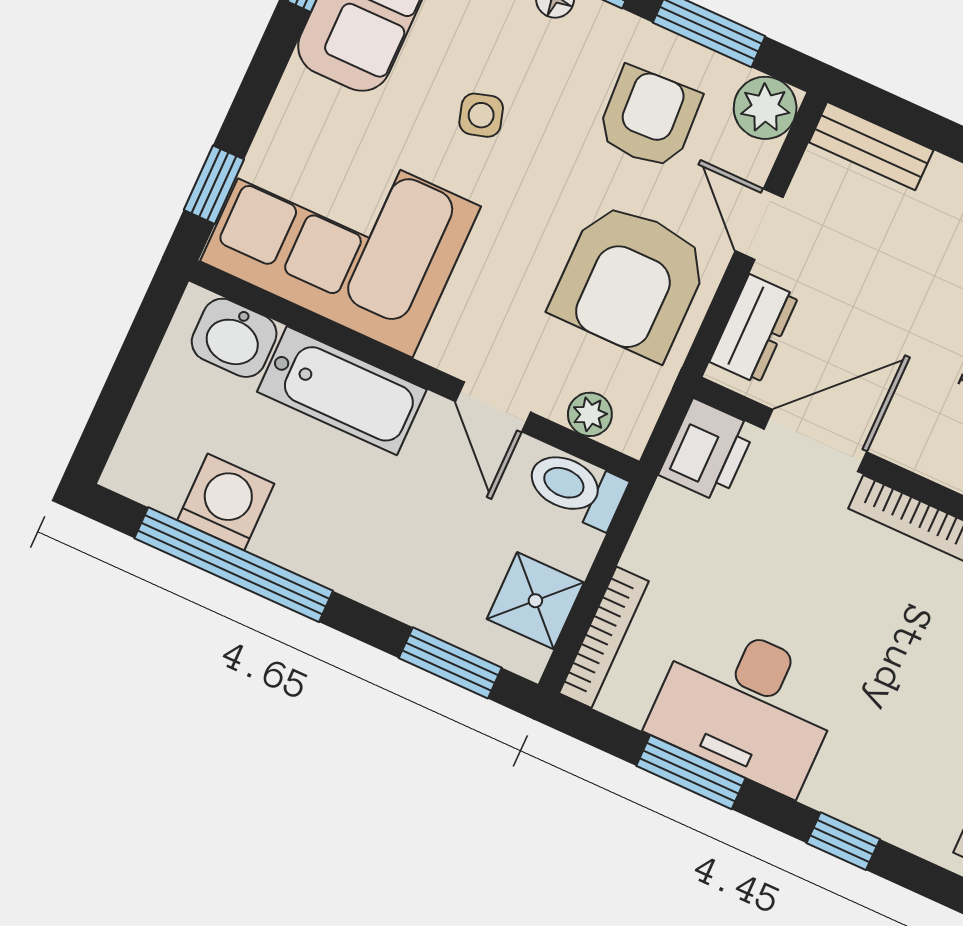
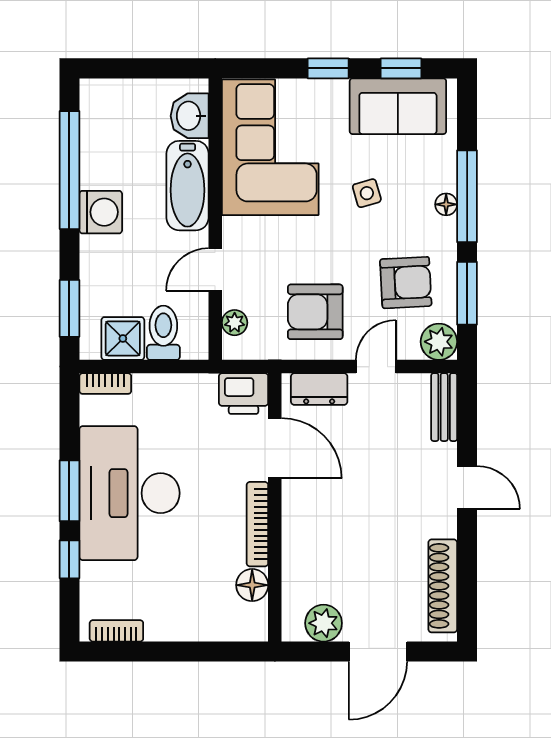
window: (214, 185) -> (328, 68), moved
armchair: (630, 280) -> (315, 312), width x0.73, depth x0.73
toilet: (576, 488) -> (163, 333), moved
washing machine: (226, 502) -> (101, 212), moved
bookcase: (604, 637) -> (105, 384), width x0.64
desk: (746, 705) -> (130, 493), width x1.36, depth x1.30
window: (691, 772) -> (69, 491), moved

